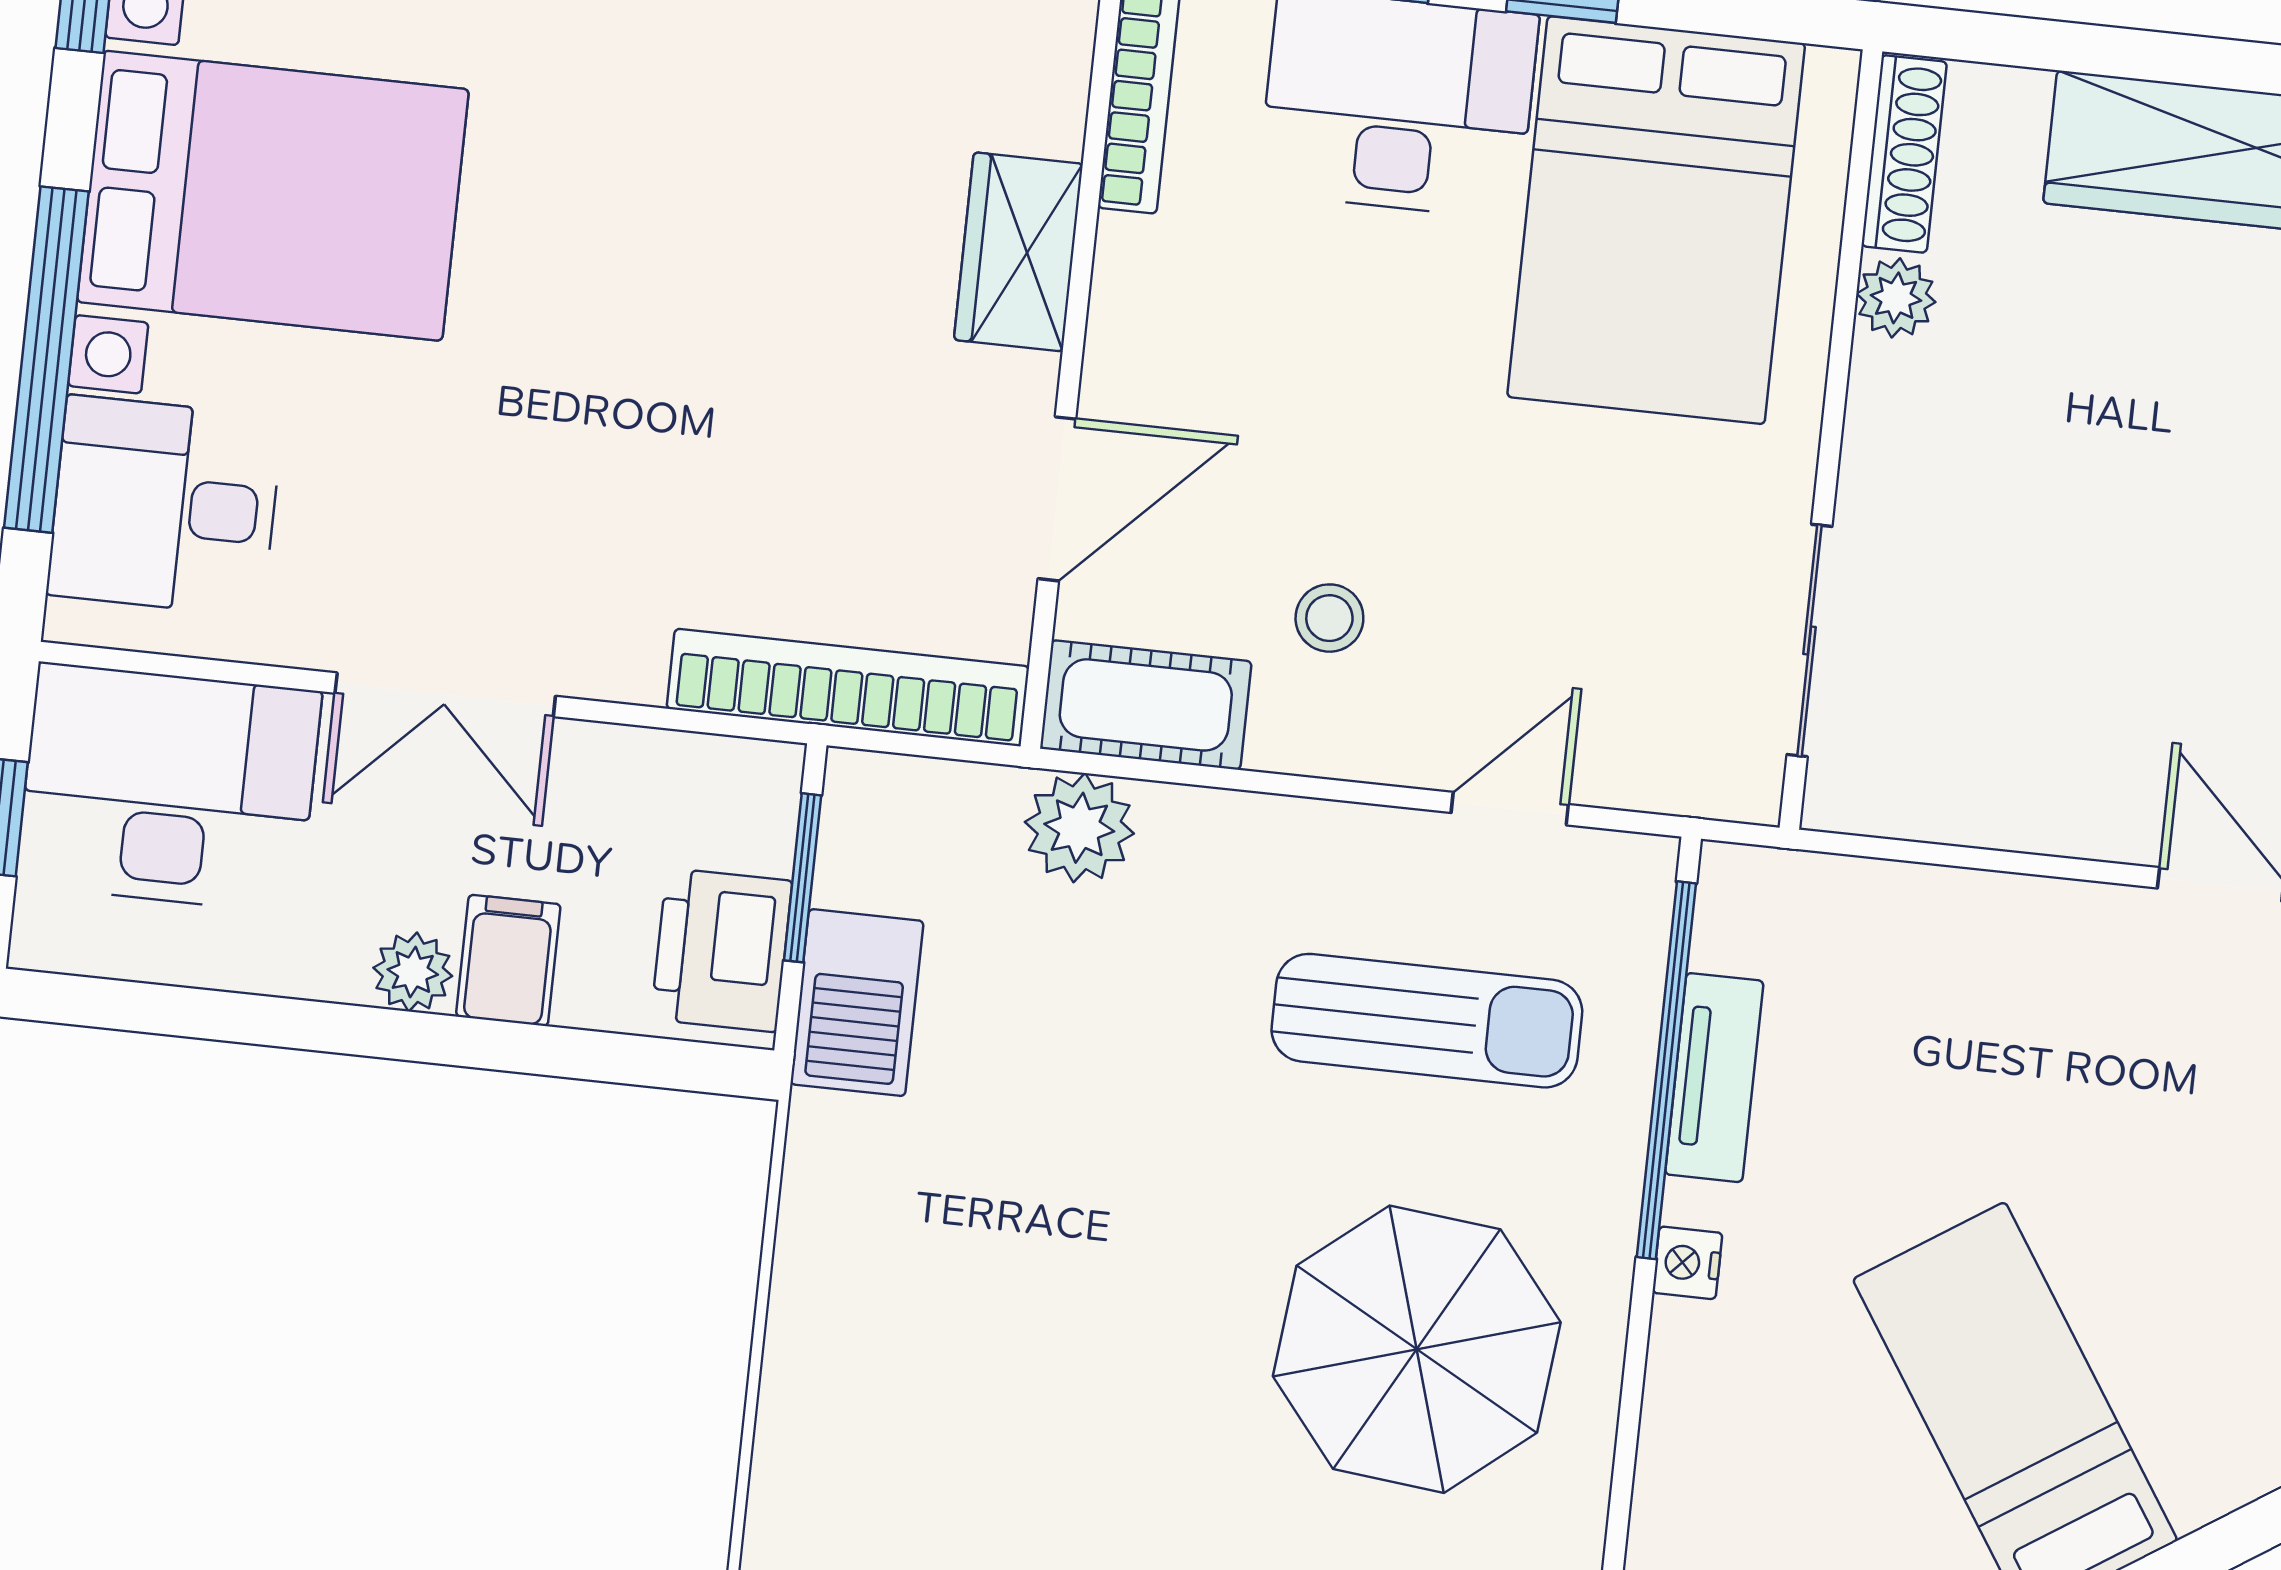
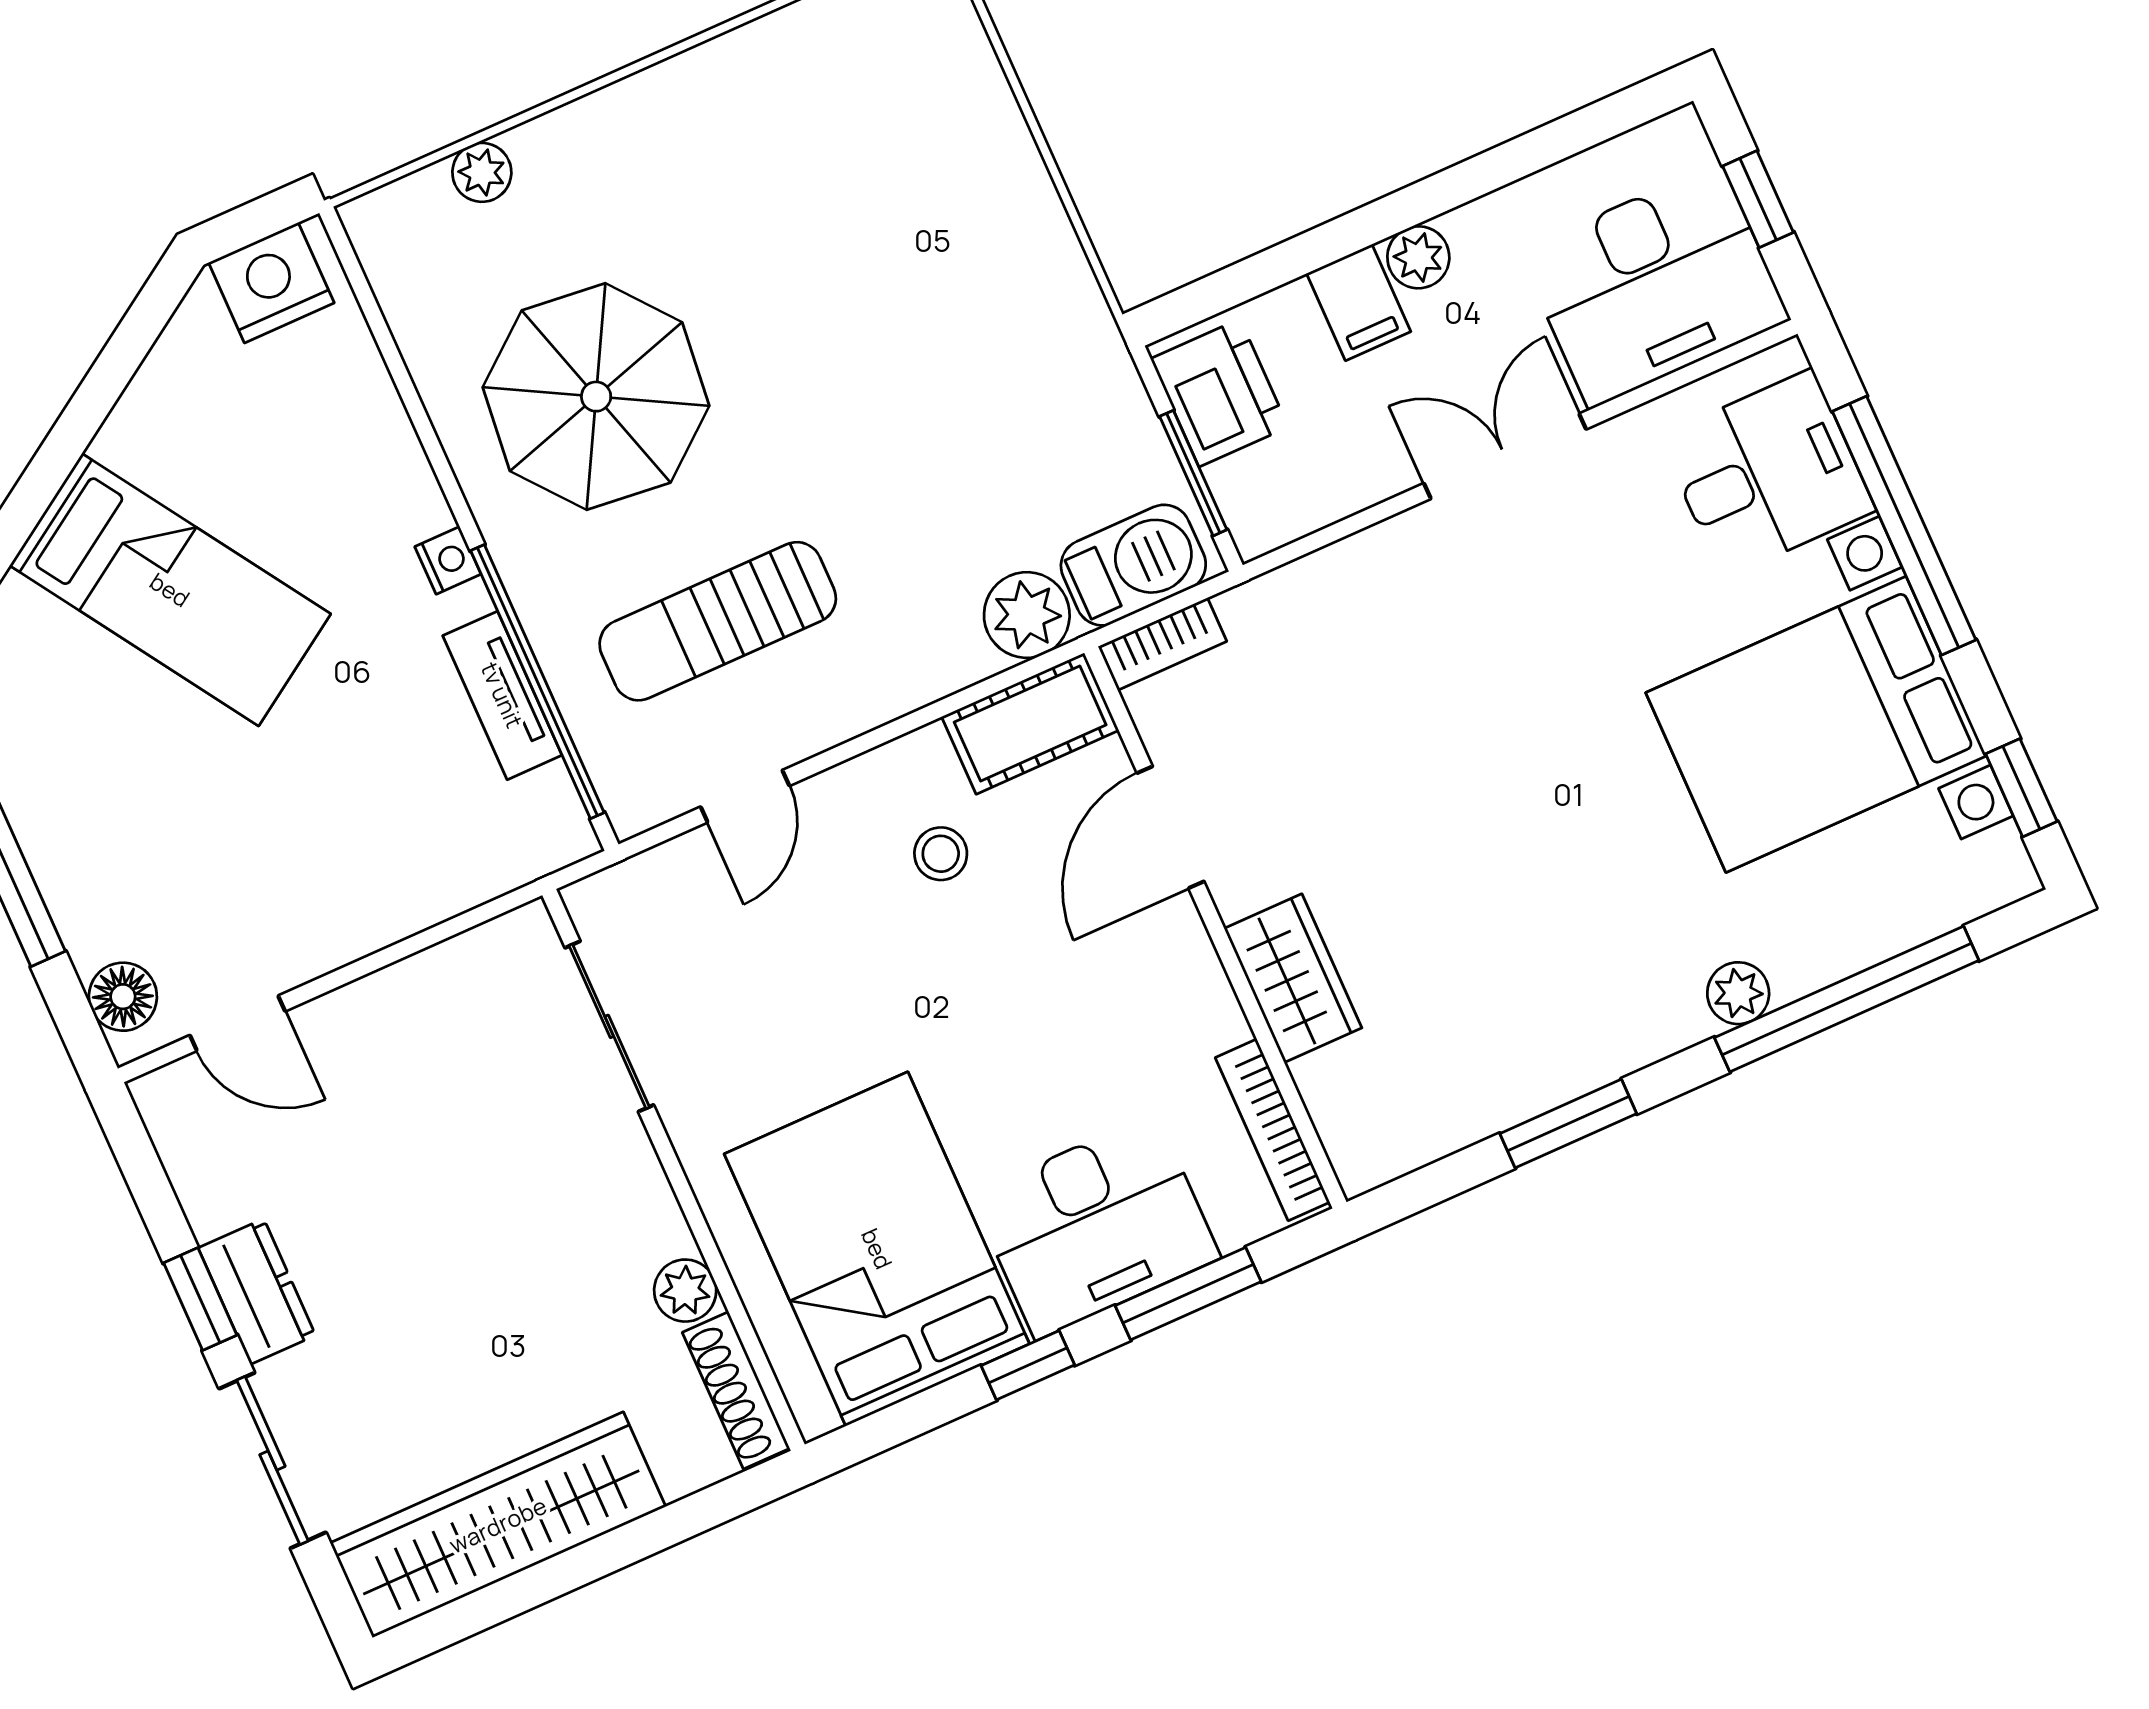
bookcase: (848, 687) -> (1162, 644), width x0.43, depth x0.76
barbecue: (857, 1003) -> (1133, 565), moved, turned 90

